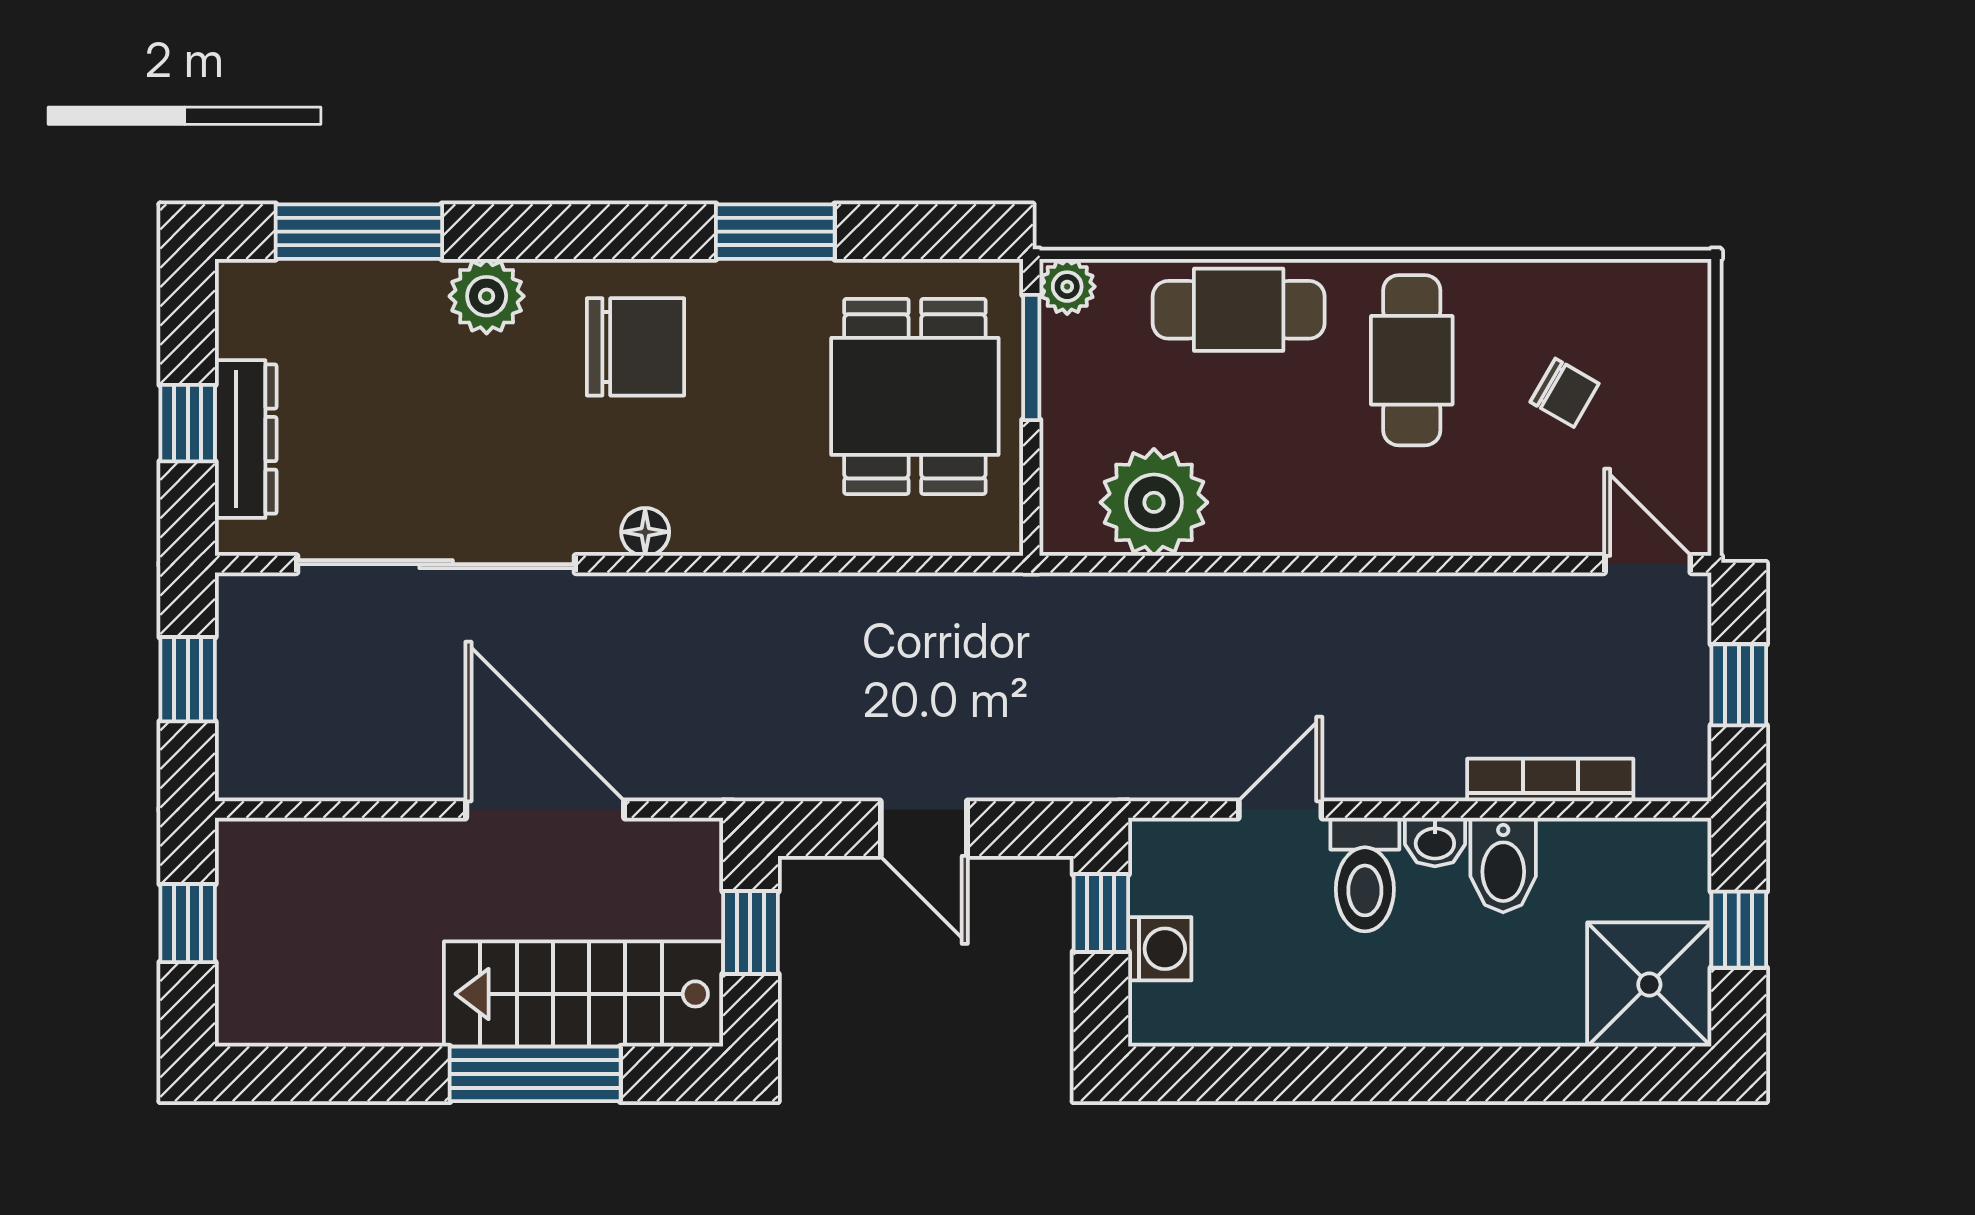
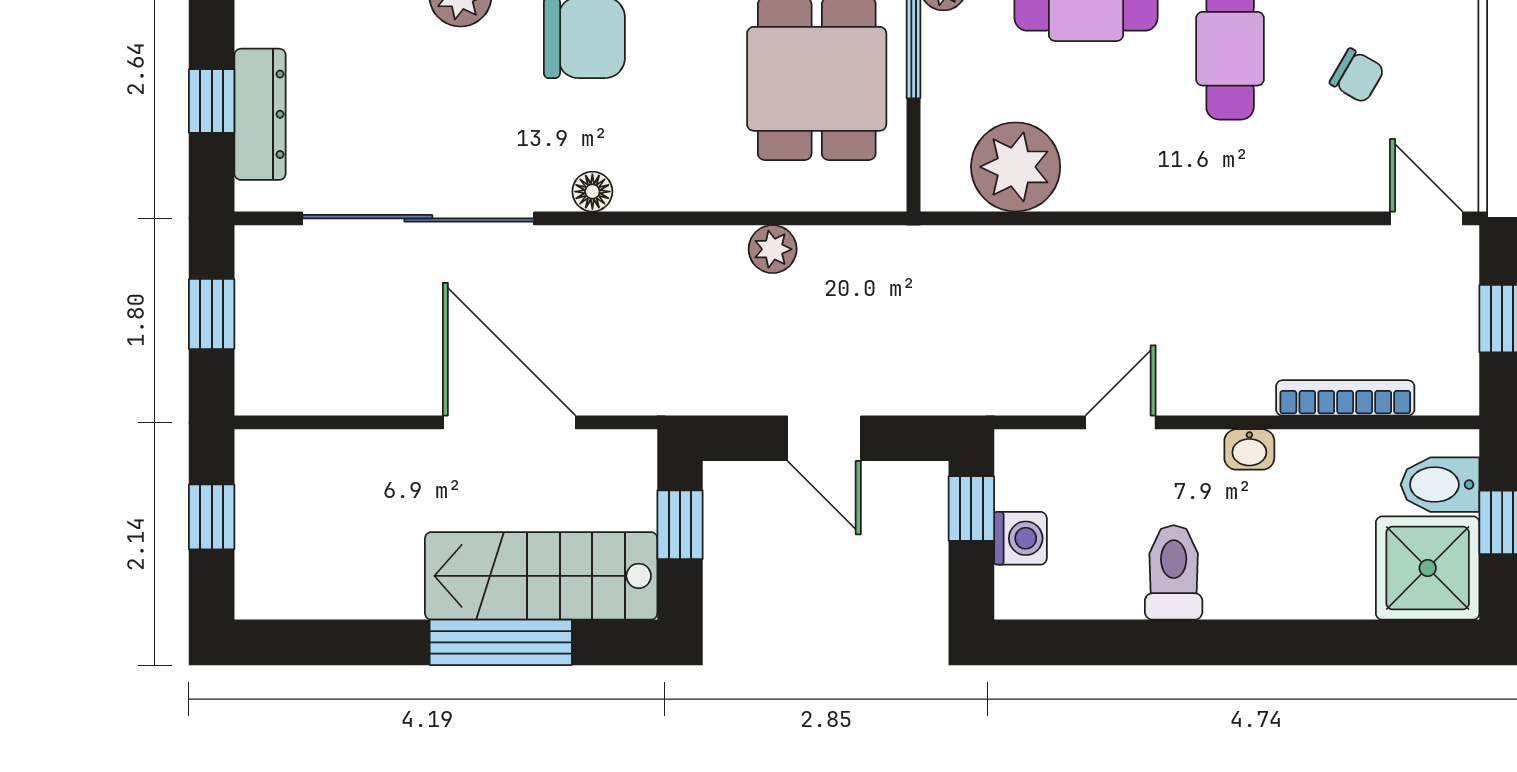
plant: (862, 601) -> (773, 249), added
bidet: (1503, 865) -> (1440, 485), moved, turned 90
toilet: (1365, 875) -> (1174, 572), moved, turned 180

